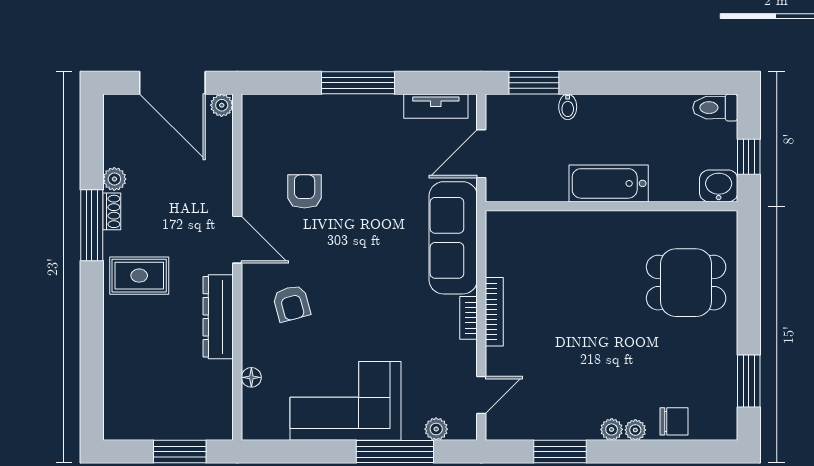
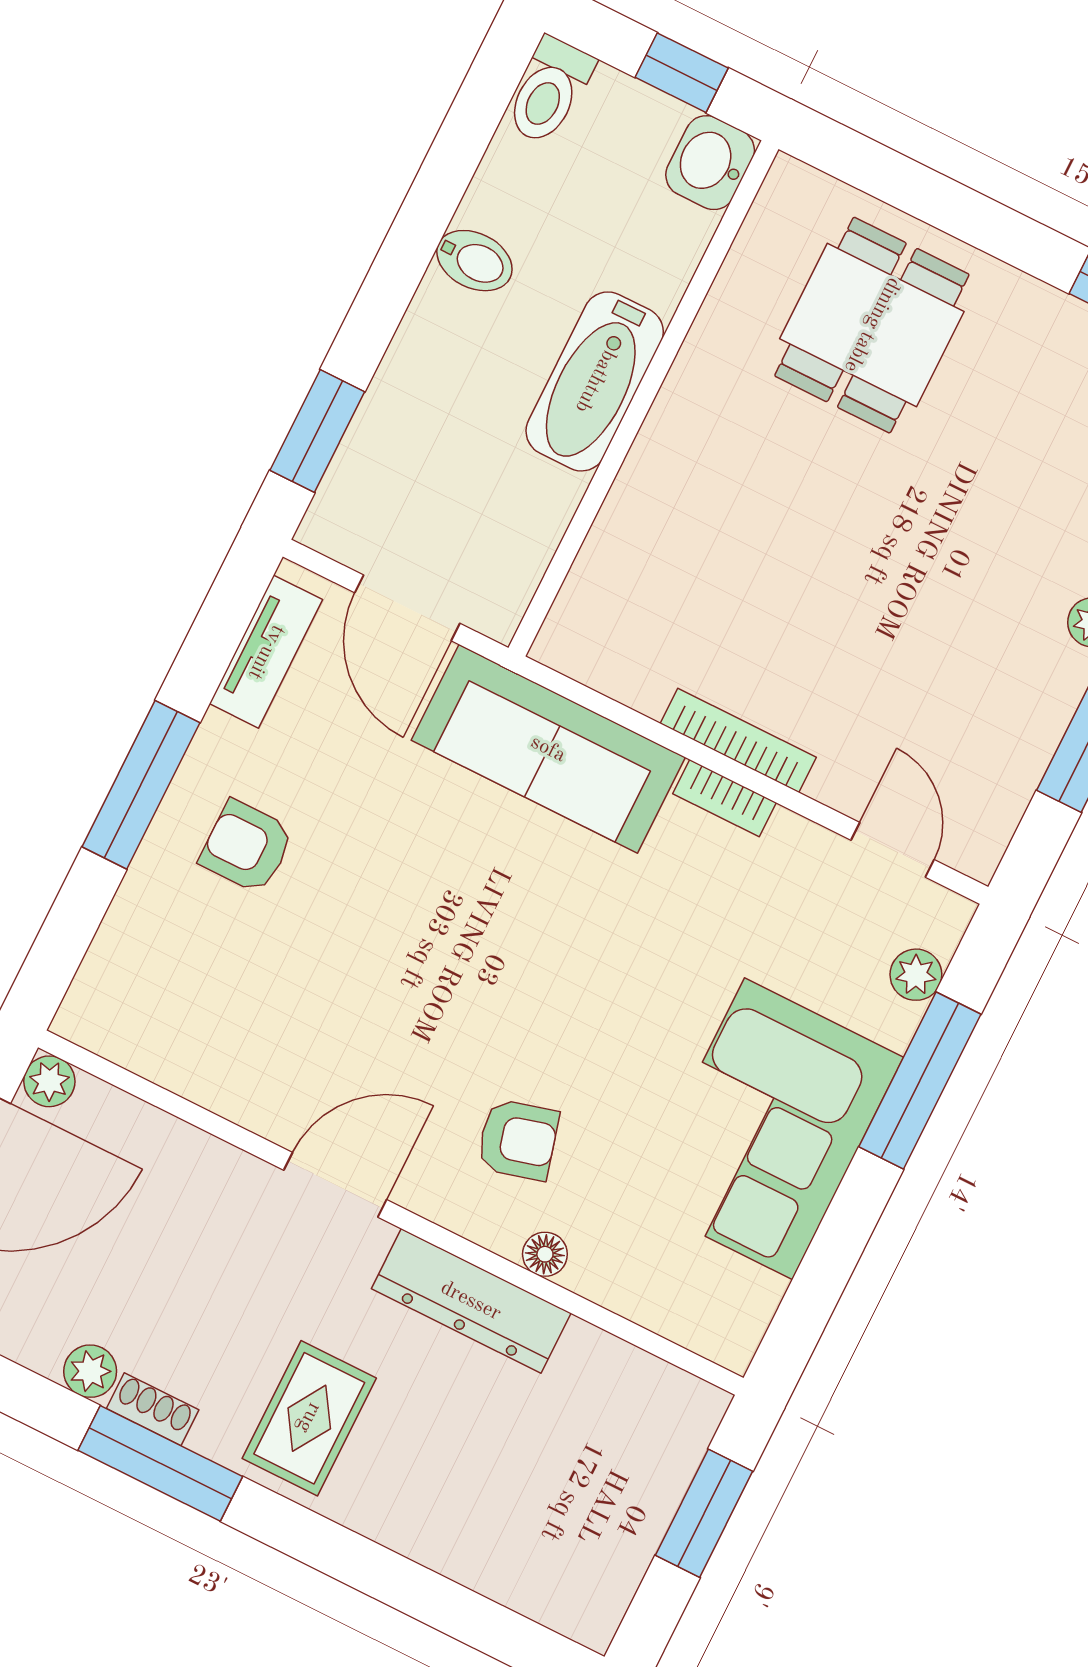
bidet: (568, 107) -> (474, 261), moved, width x1.38, depth x1.36
armchair: (305, 191) -> (247, 847), moved
floor lamp: (251, 377) -> (545, 1254), moved

